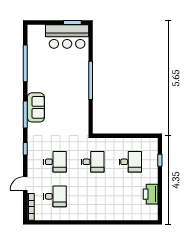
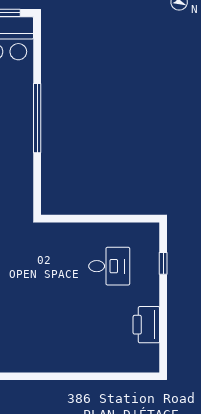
desk: (93, 162) -> (41, 266), removed

